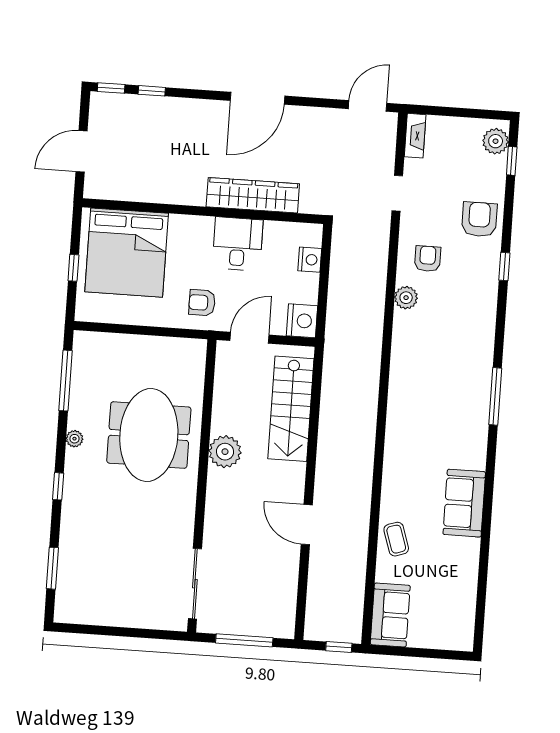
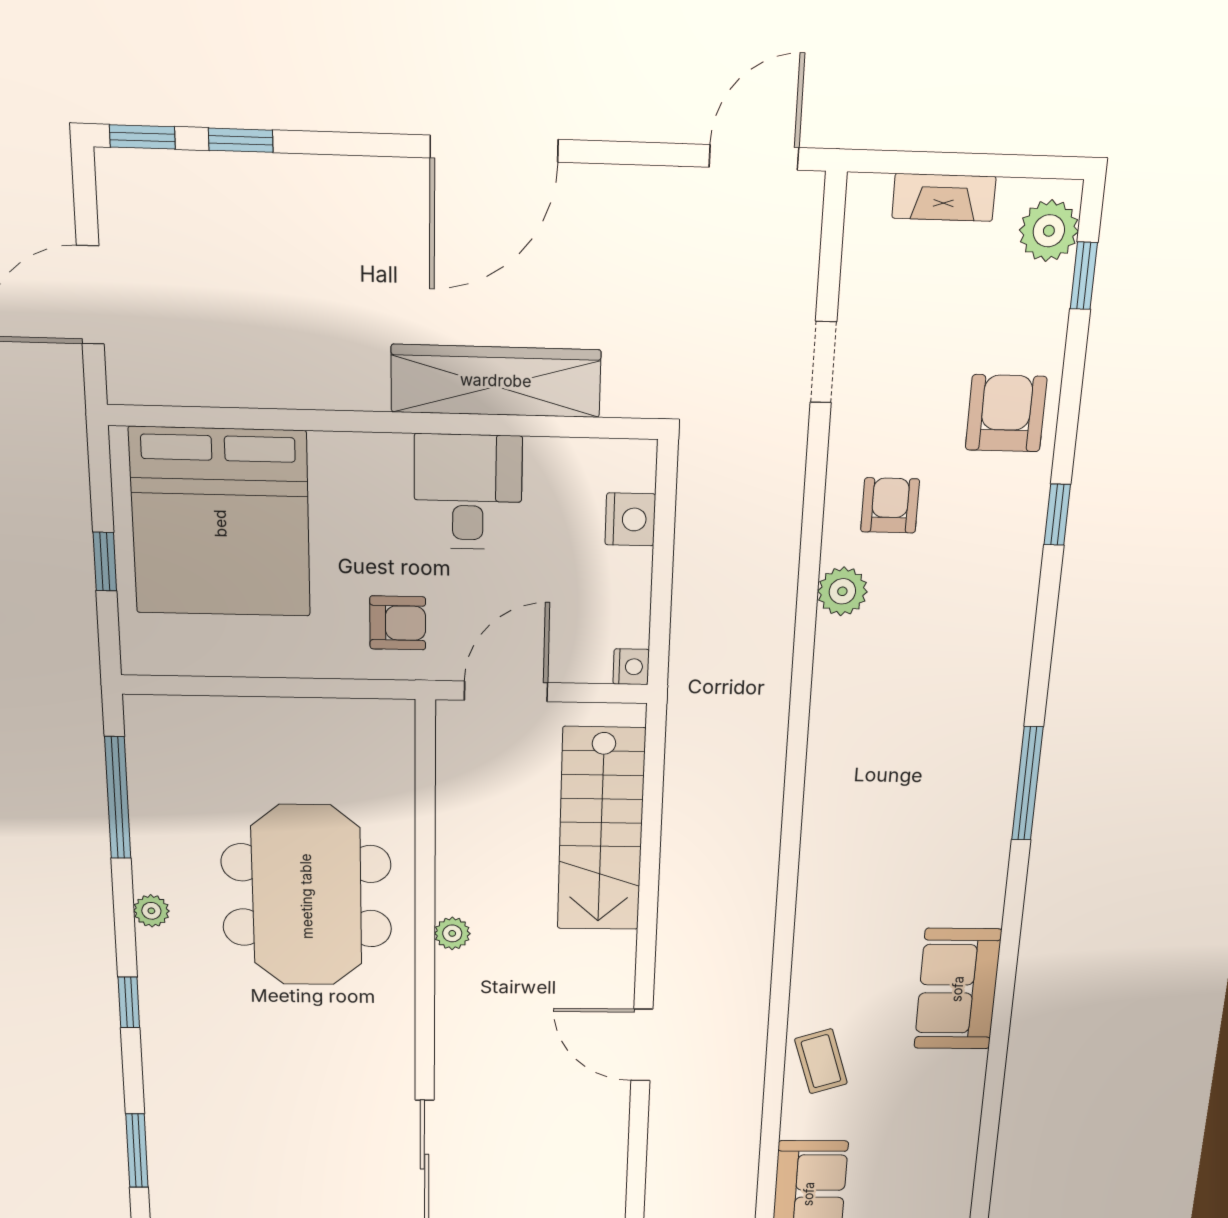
fireplace: (415, 136) -> (944, 197), moved, turned 90
armchair: (202, 303) -> (398, 623), turned 180
nightstand: (302, 321) -> (631, 667), width x0.53, depth x0.56
plant: (225, 452) -> (452, 933), width x0.53, depth x0.53

